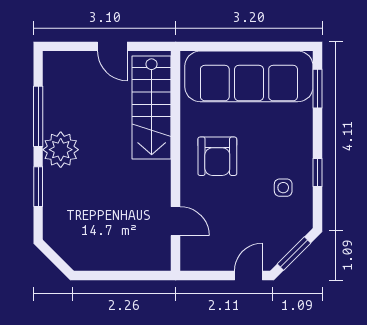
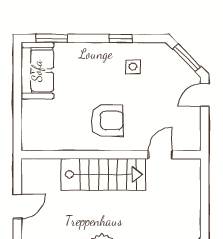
sofa: (249, 76) -> (37, 71), width x0.54, depth x0.79
stairs: (152, 107) -> (103, 174), moved
door: (248, 275) -> (205, 95), hinge flipped

